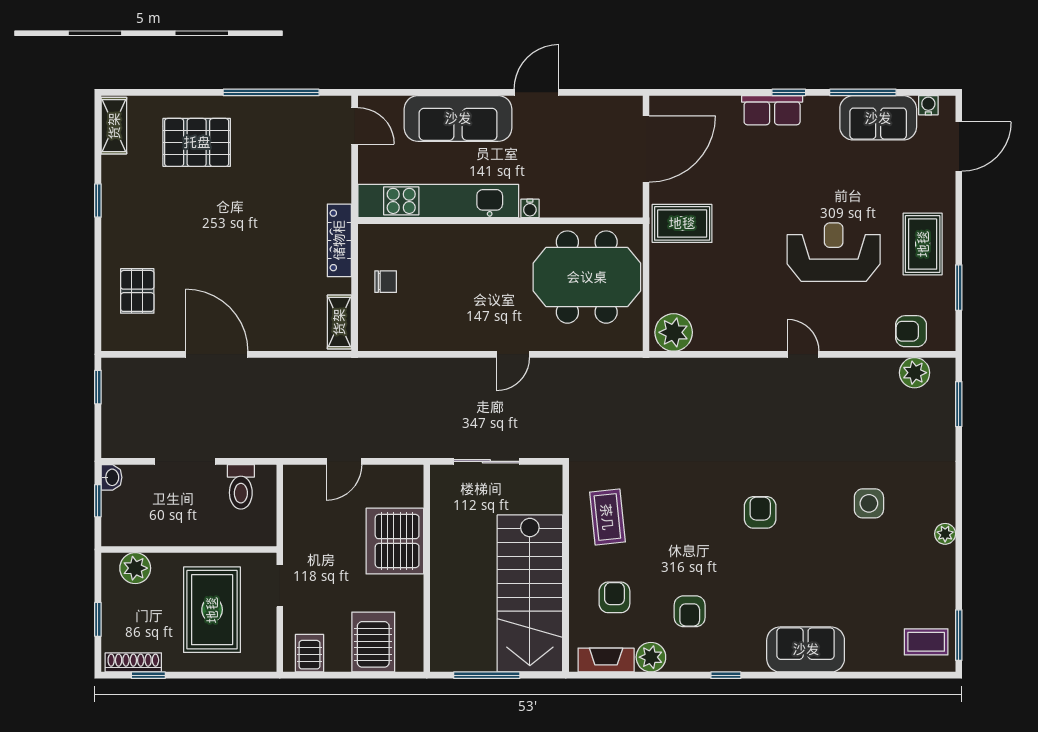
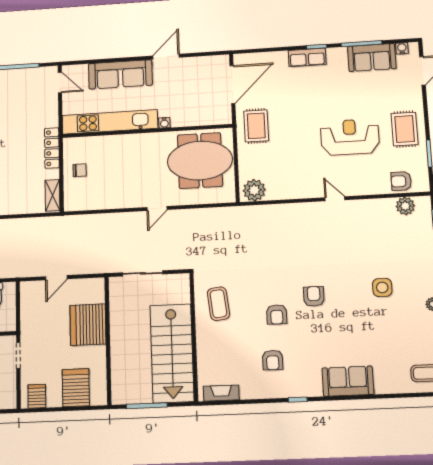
rug: (682, 223) -> (256, 126), turned 90
armchair: (614, 597) -> (277, 314), moved, turned 180
plant: (651, 657) -> (250, 390), removed

